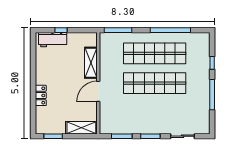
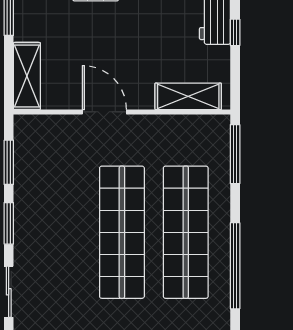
shelving: (91, 63) -> (188, 96), moved

